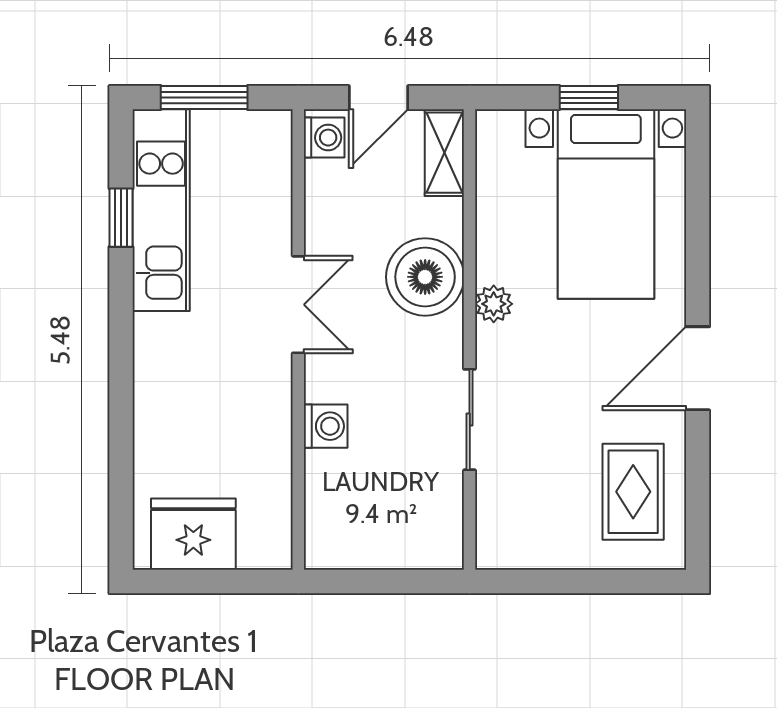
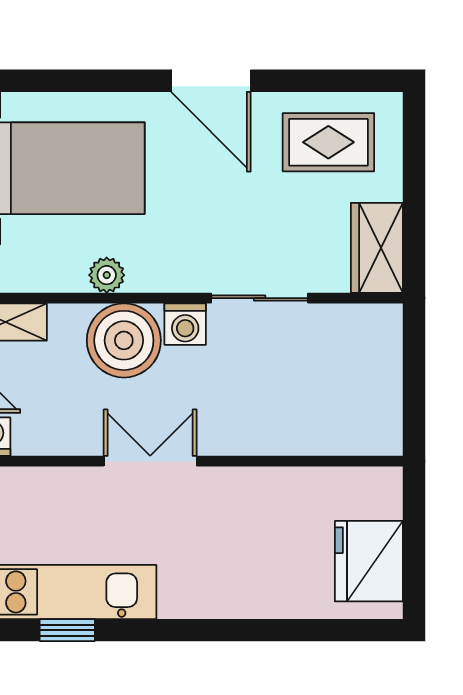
plant: (494, 304) -> (107, 275), moved
washing machine: (326, 426) -> (185, 324), moved, turned 180
wardrobe: (522, 543) -> (377, 248), added

